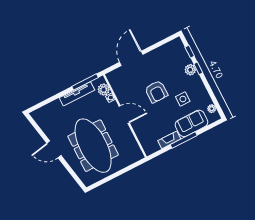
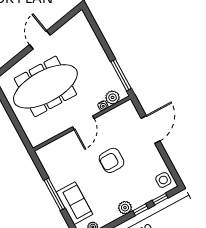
door: (131, 58) -> (150, 130), hinge flipped
plant: (190, 70) -> (125, 208), moved
tv unit: (77, 94) -> (107, 66), removed
side table: (183, 99) -> (163, 180), moved
fireplace: (169, 140) -> (54, 177), removed

